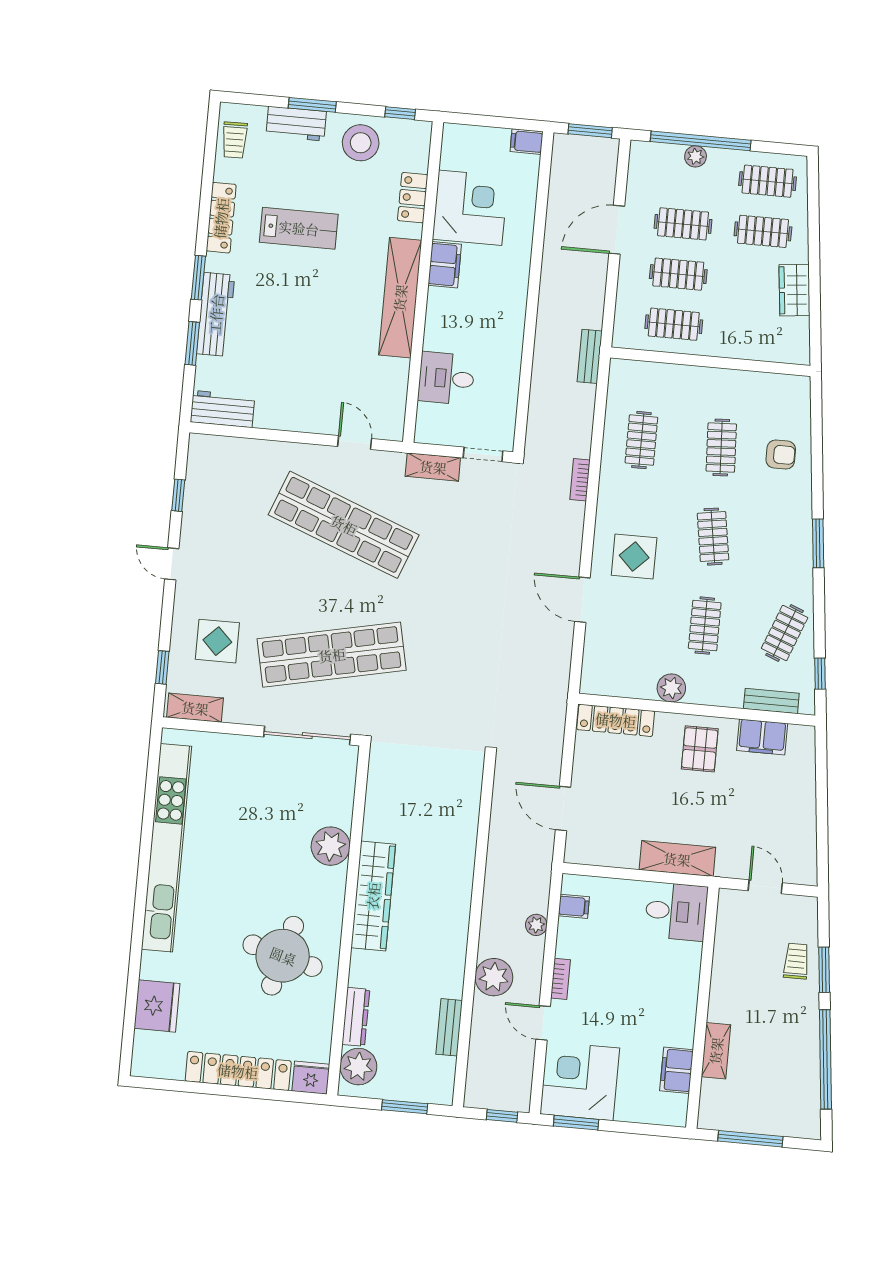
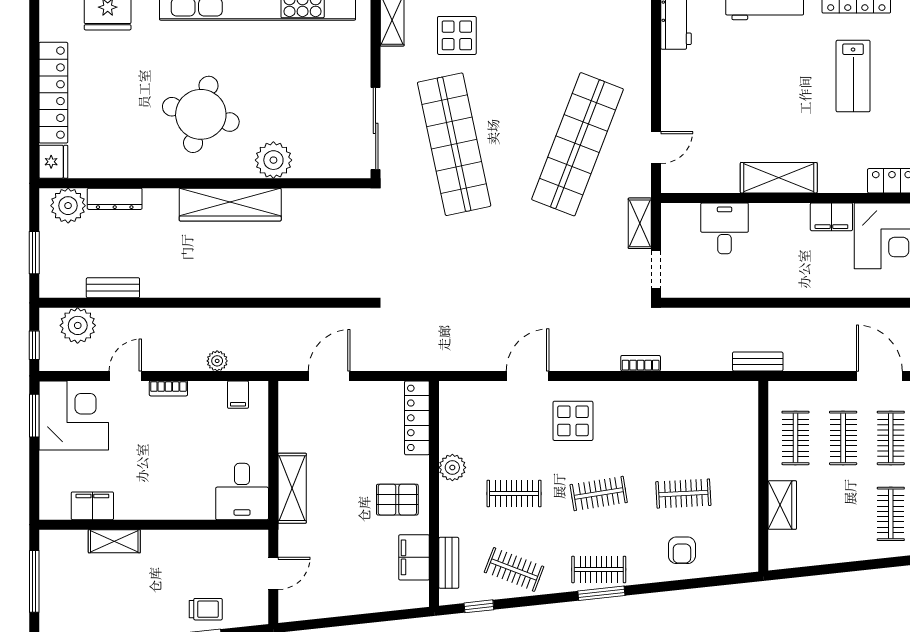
wardrobe: (794, 290) -> (782, 505), moved, turned 96
shelving: (400, 298) -> (779, 178), width x0.68
clothes rail: (641, 440) -> (599, 569), moved
round table: (283, 956) -> (201, 114), moved
plant: (494, 977) -> (78, 325), moved

